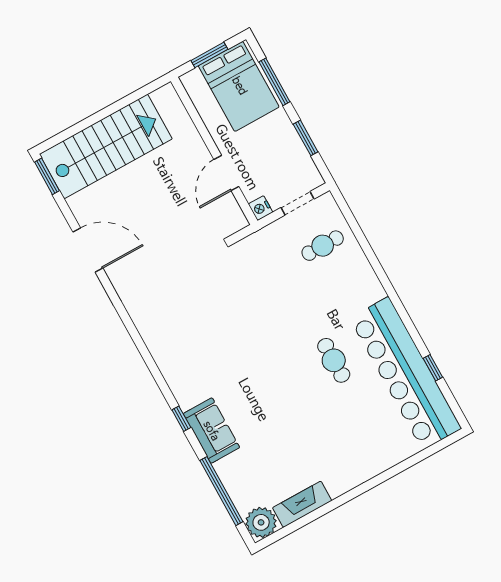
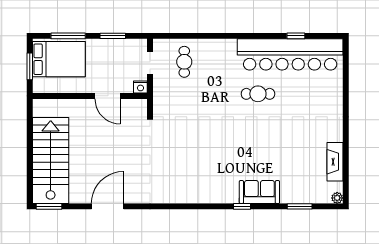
window: (221, 491) -> (300, 206), width x0.47
plant: (261, 522) -> (337, 198), width x0.53, depth x0.53

